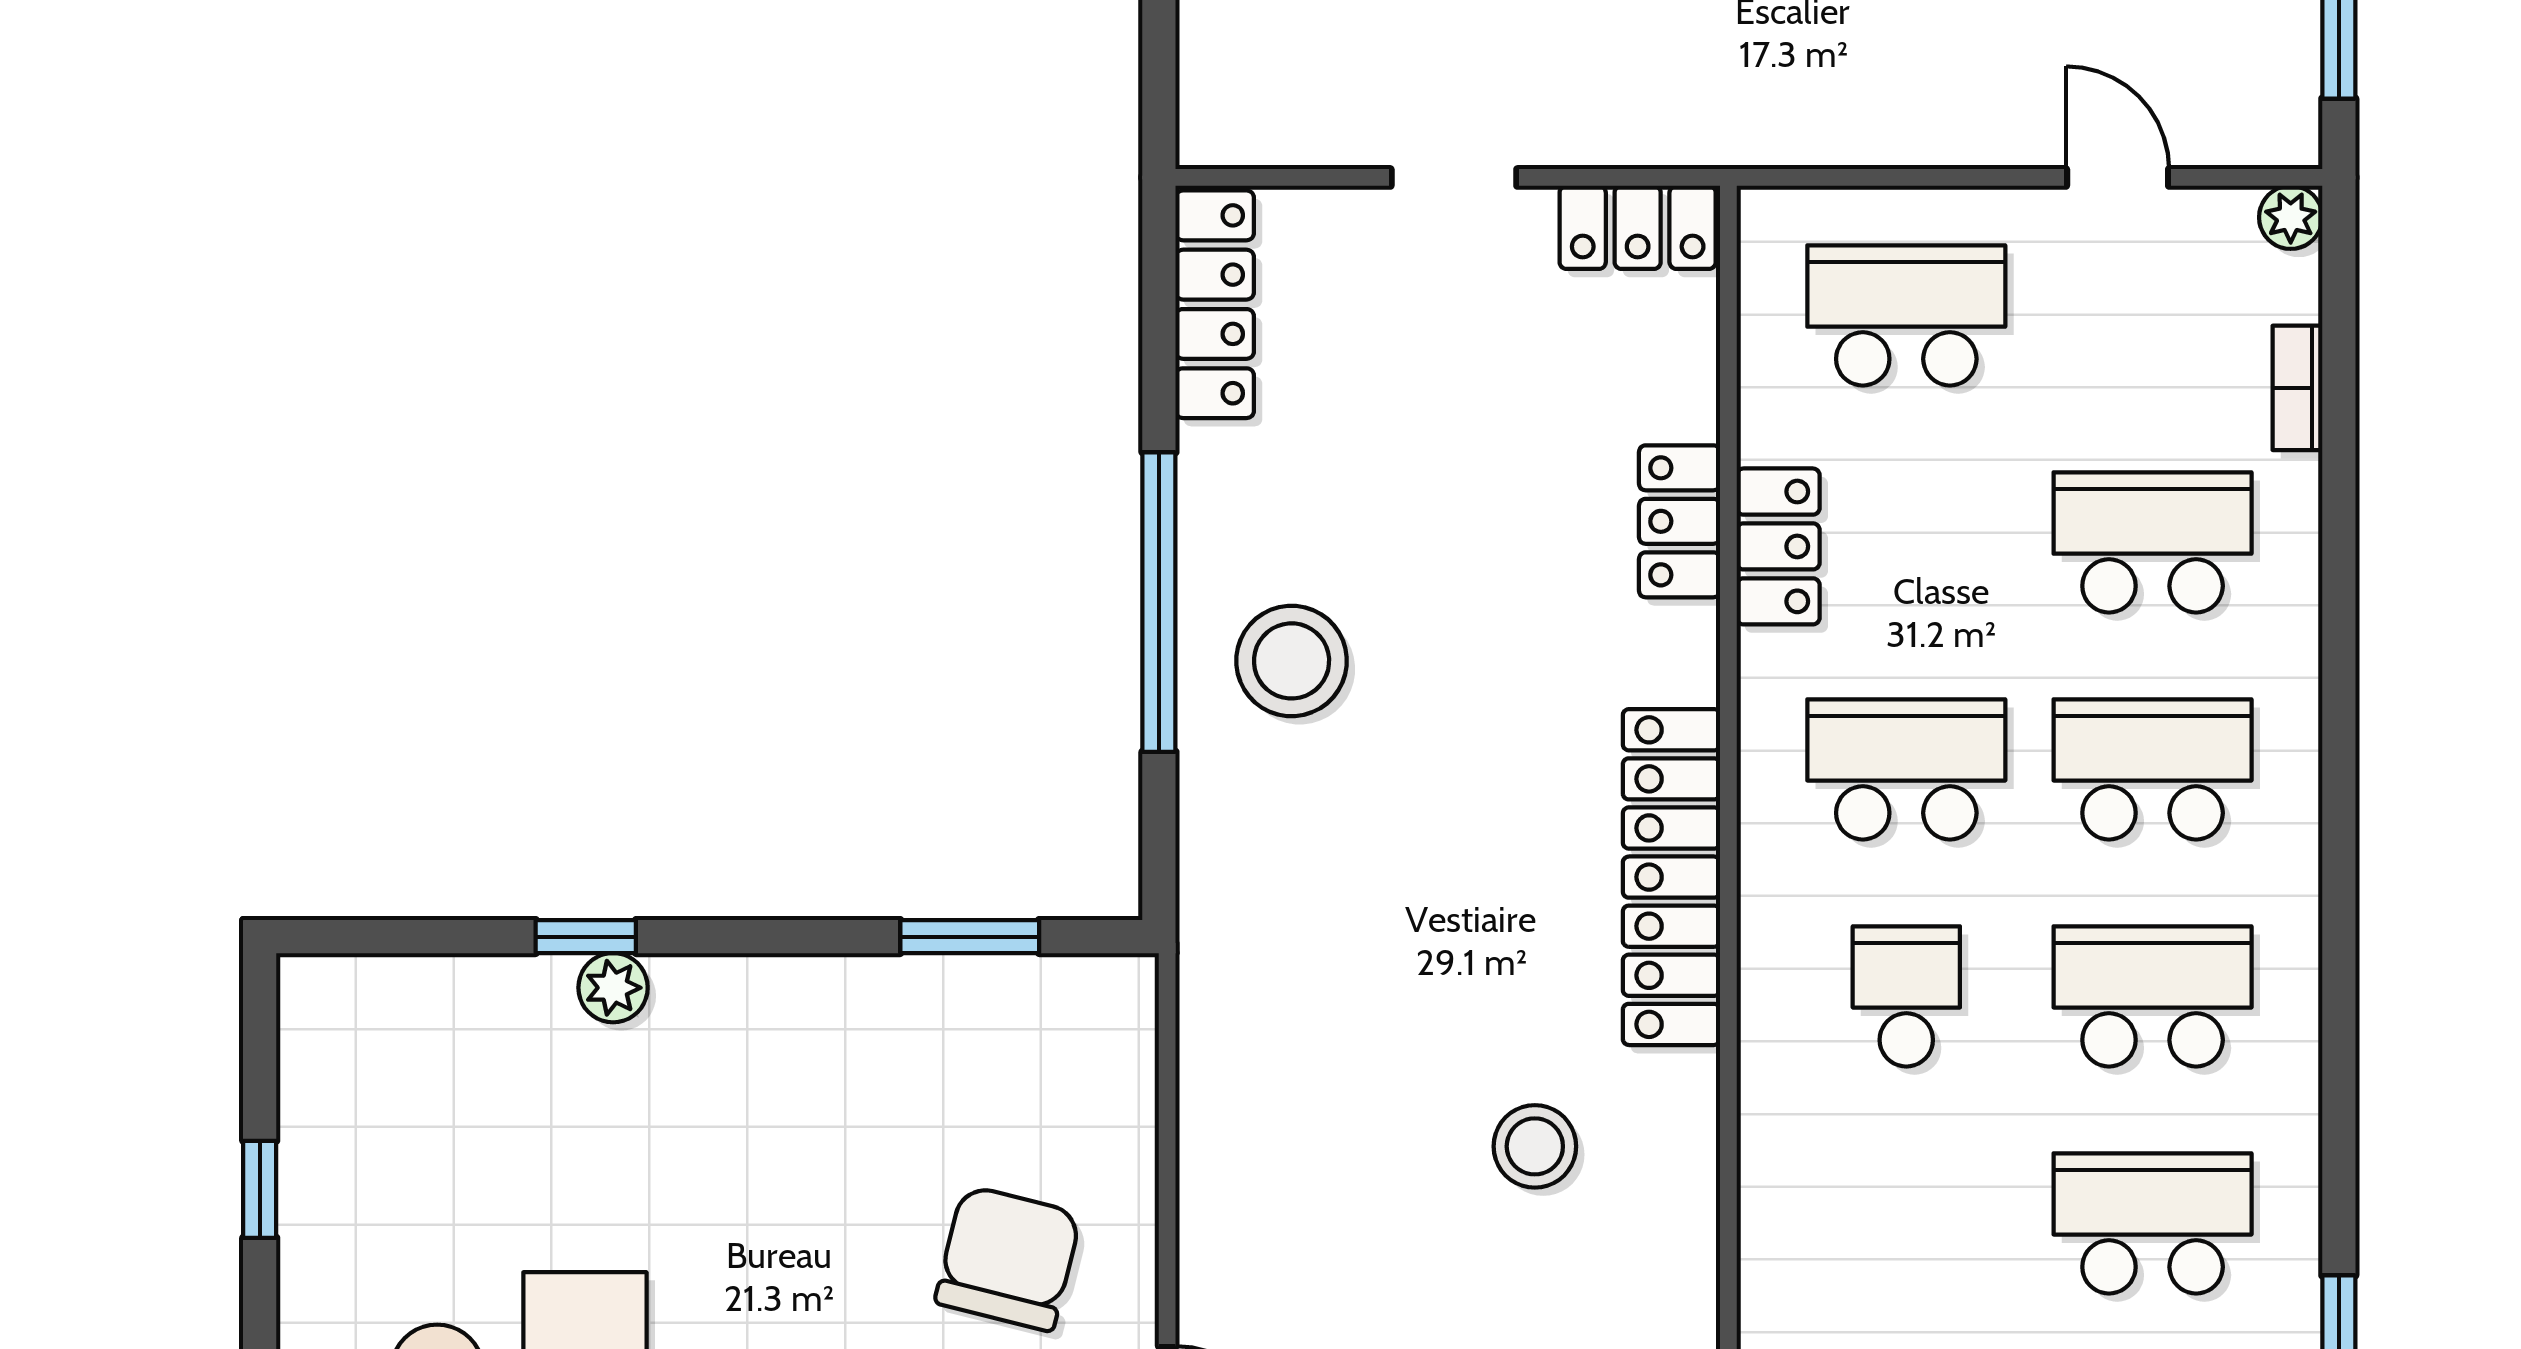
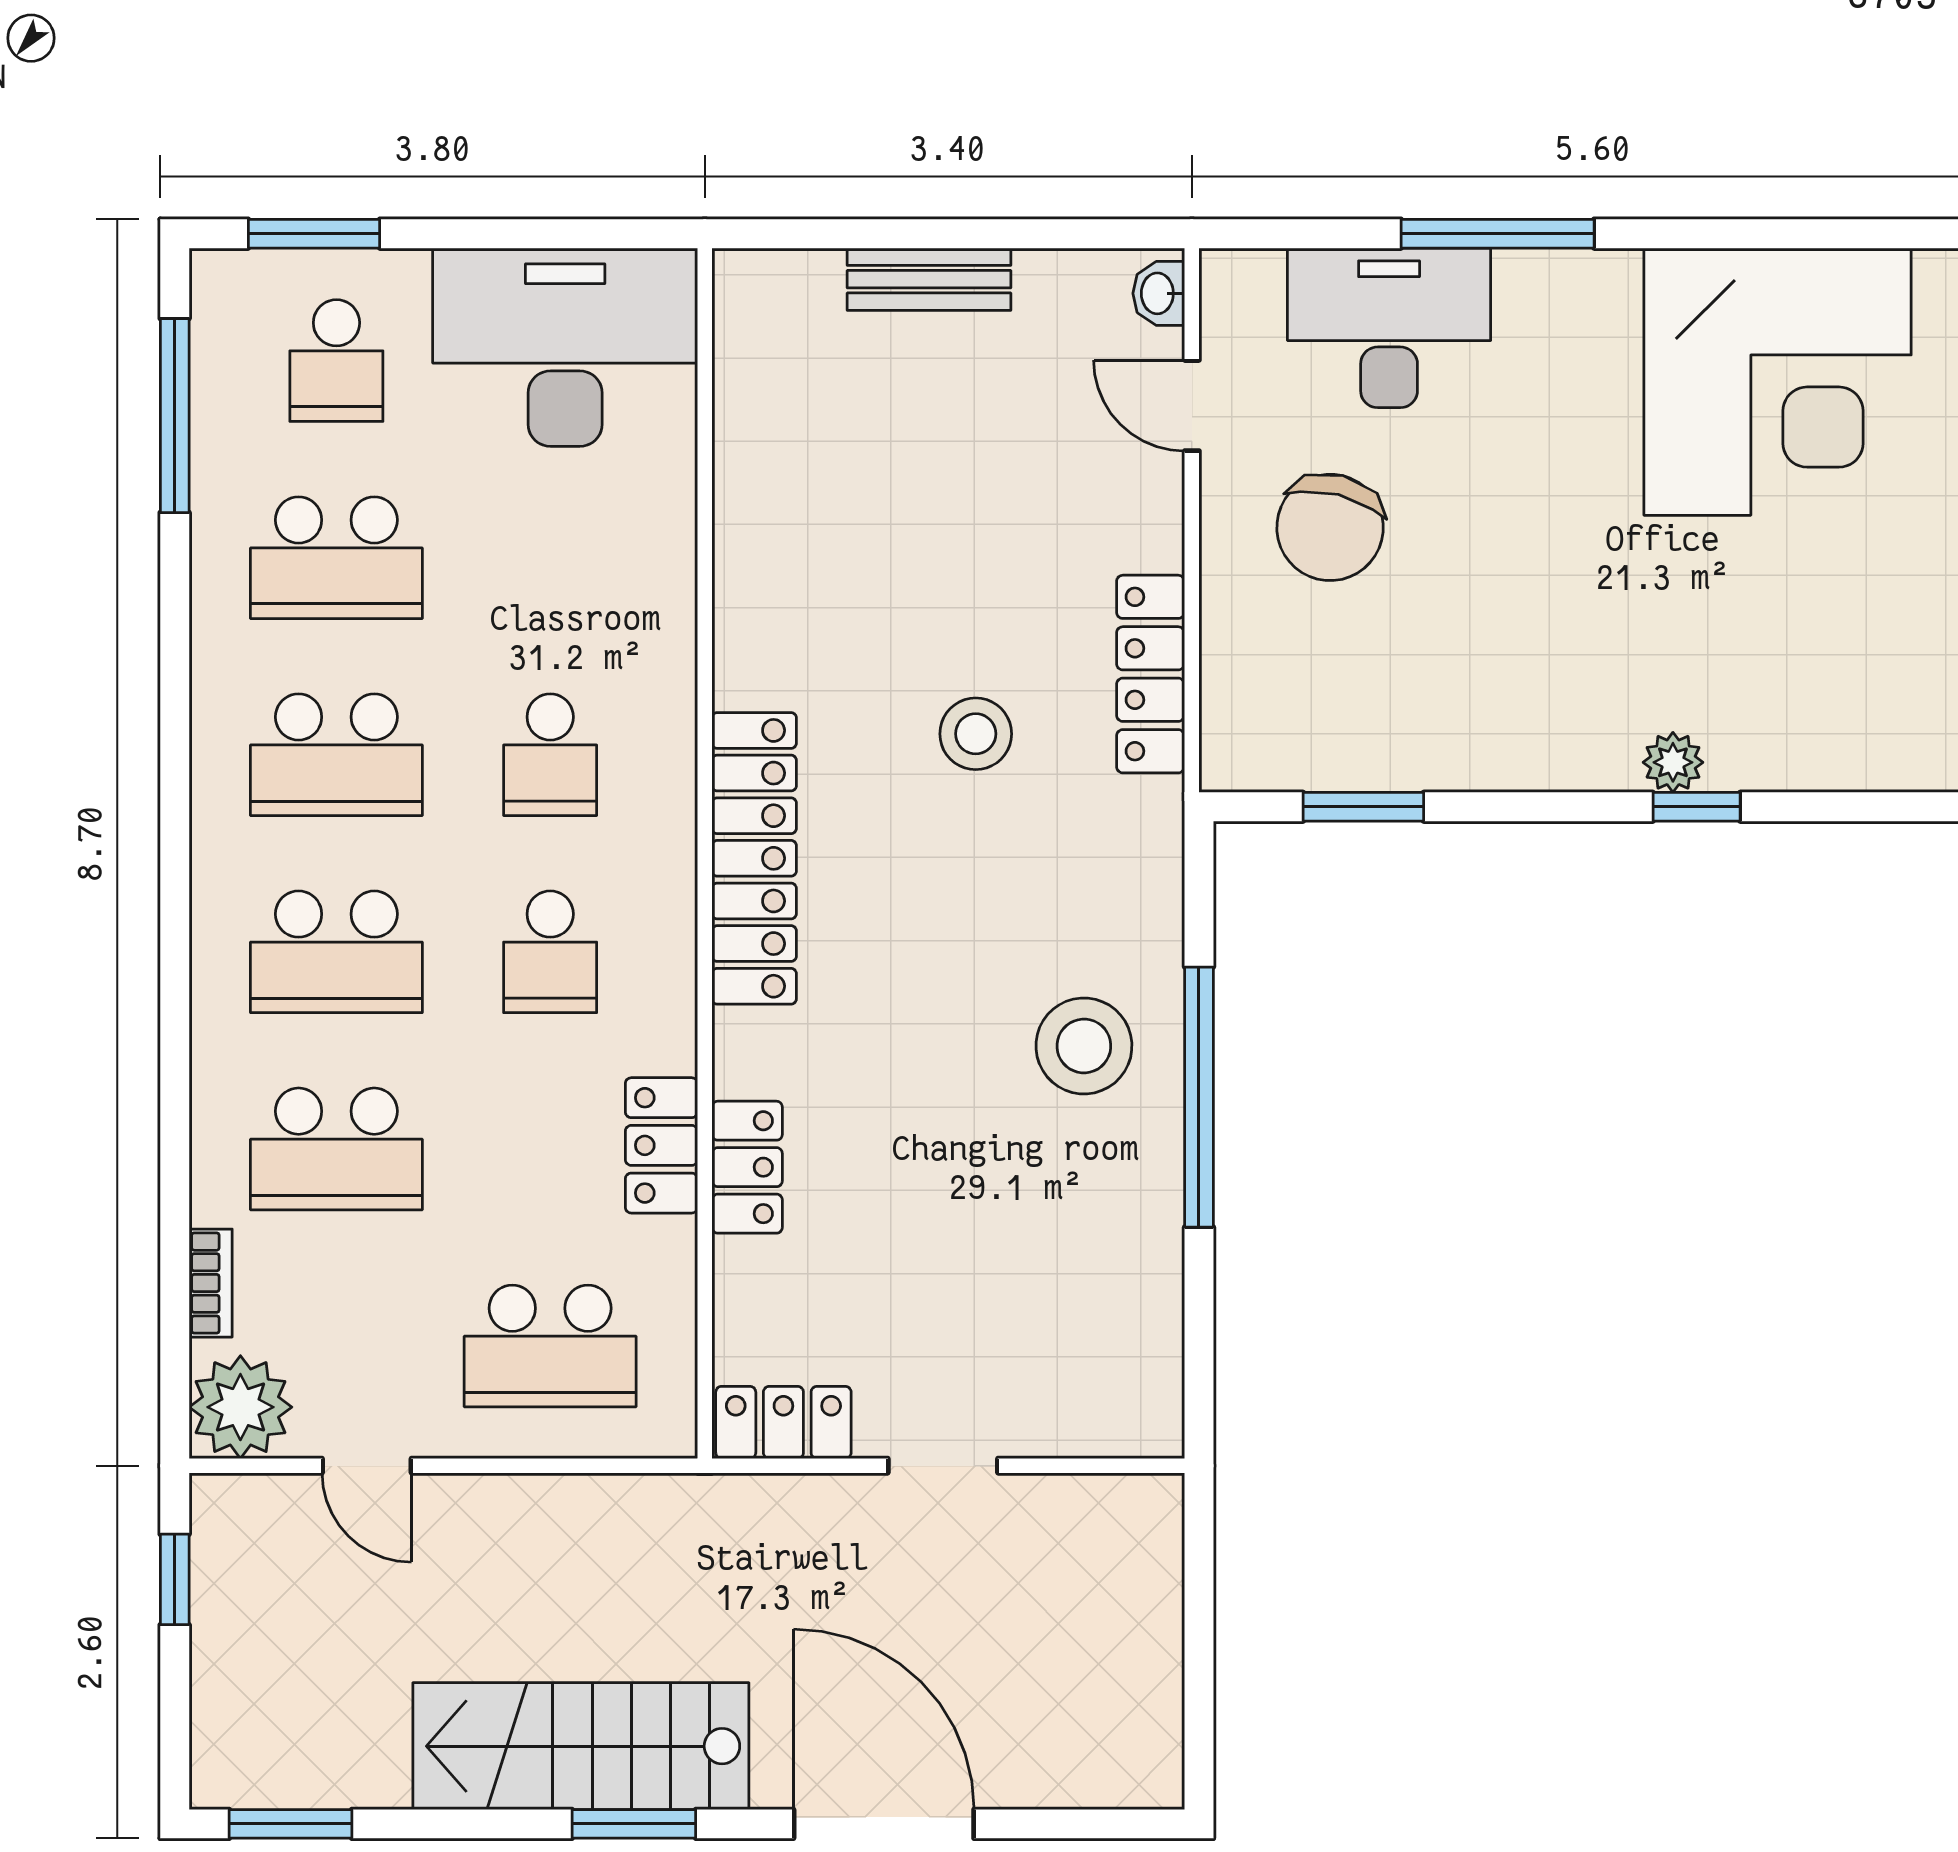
plant: (2291, 217) -> (240, 1407), width x1.87, depth x1.87
locker: (1215, 304) -> (1151, 674), moved
school desk: (1906, 769) -> (550, 952), width x0.54
stool: (1535, 1146) -> (976, 734), moved

